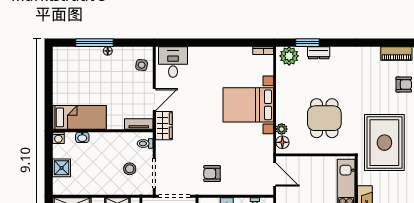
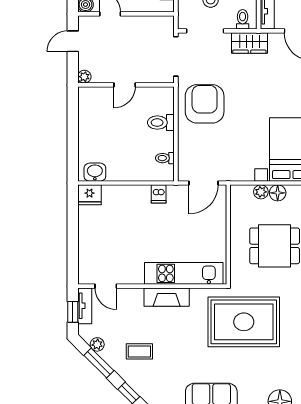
wardrobe: (164, 126) -> (249, 43), moved
floor lamp: (282, 142) -> (278, 193), moved
armchair: (212, 174) -> (205, 104), width x1.88, depth x1.88

